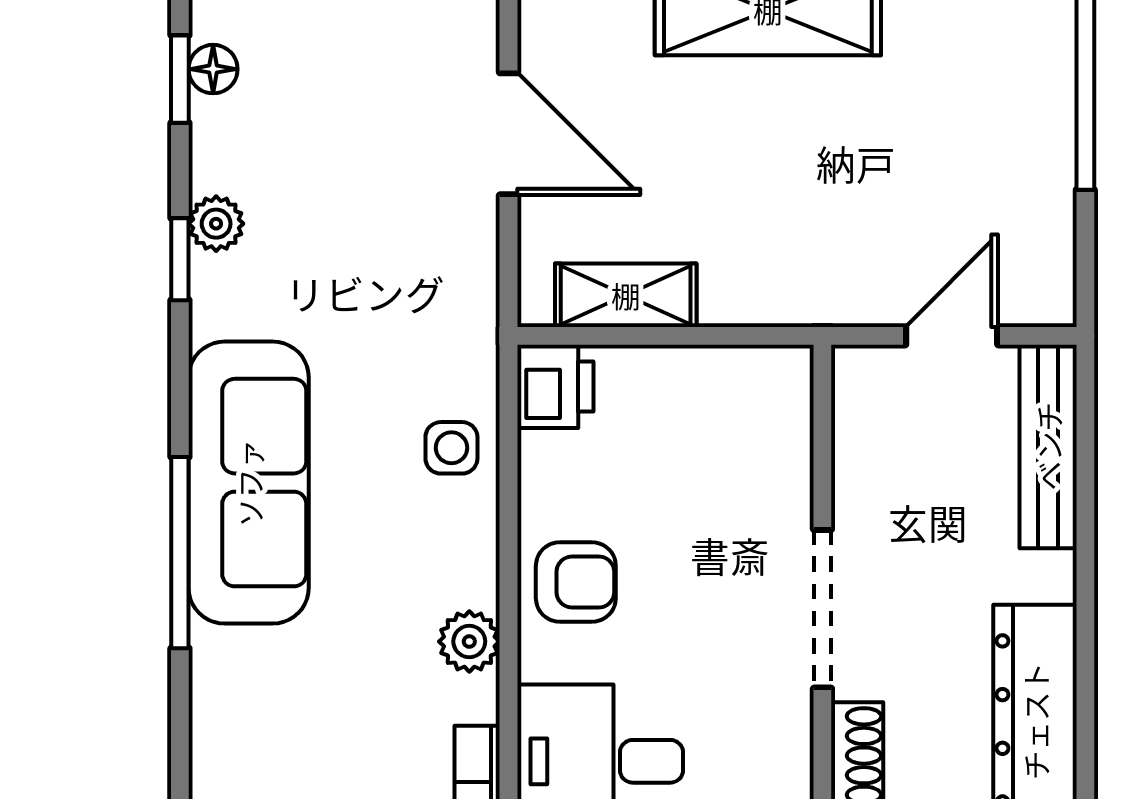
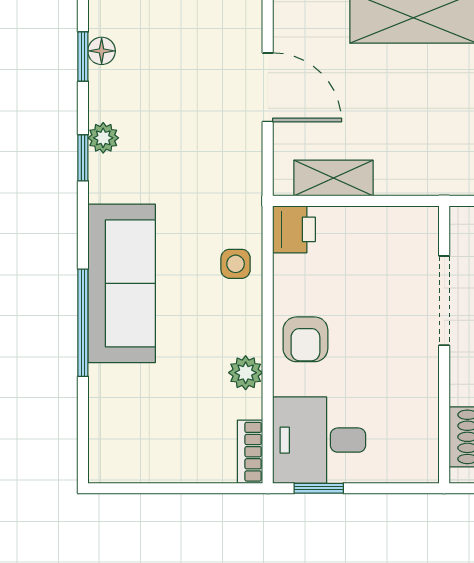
armchair: (576, 582) -> (305, 339), turned 90
doorway: (822, 609) -> (444, 301), moved

